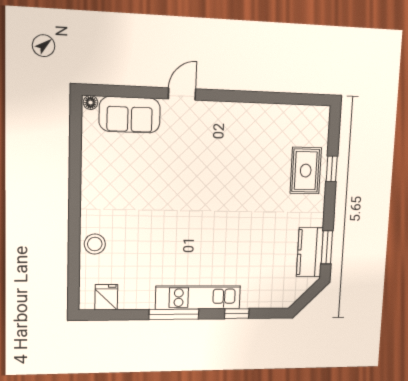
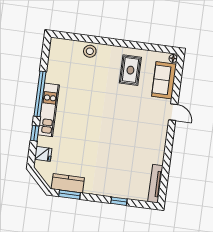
tv unit: (301, 113) -> (155, 184), added
rug: (306, 171) -> (130, 70), moved, turned 90
fridge: (106, 297) -> (43, 154), moved
window: (174, 314) -> (40, 94), width x1.46

